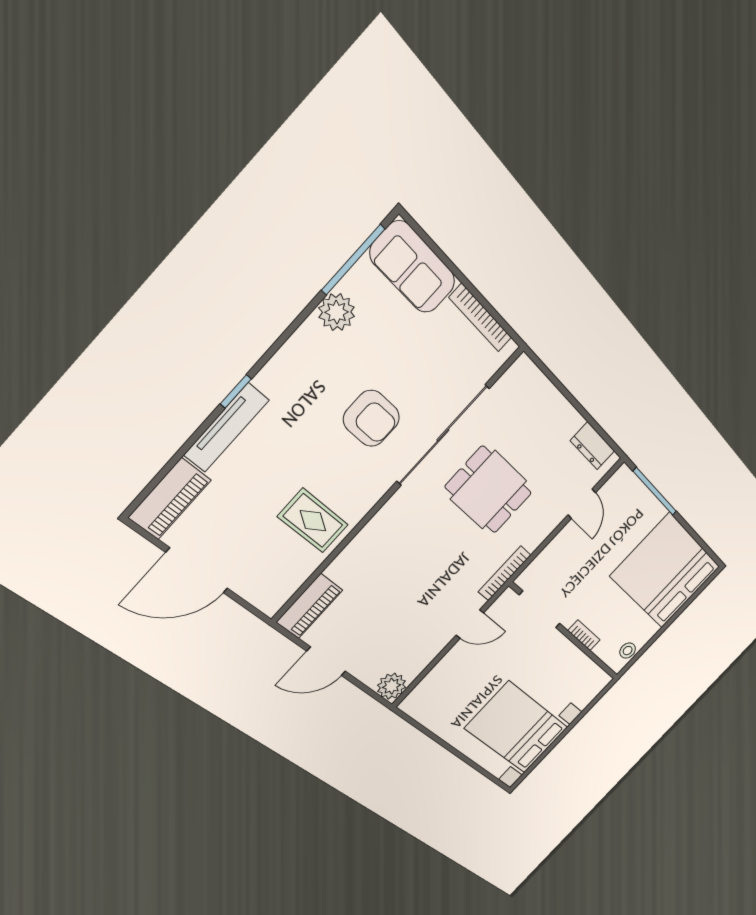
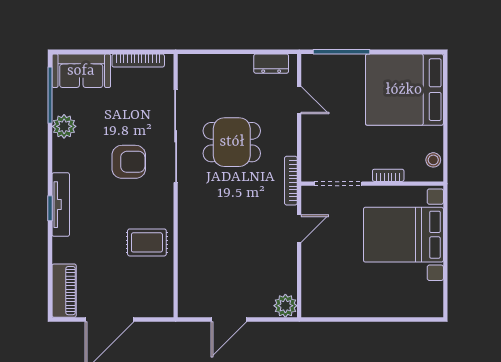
tv unit: (226, 428) -> (61, 205), moved
piano: (309, 606) -> (189, 293), removed
bed with nightstands: (517, 728) -> (403, 235), moved

